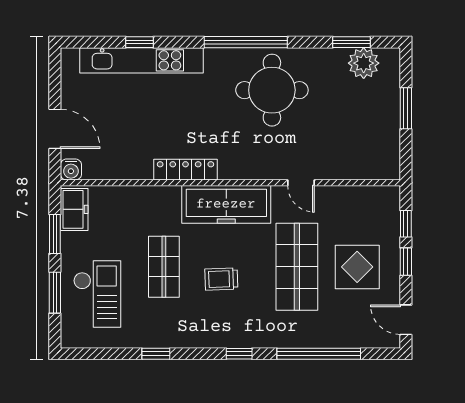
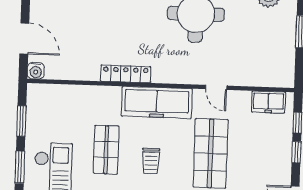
freezer: (74, 209) -> (268, 102), moved, turned 90
display table: (357, 267) -> (258, 155), removed
trolley: (221, 279) -> (151, 161), turned -88

